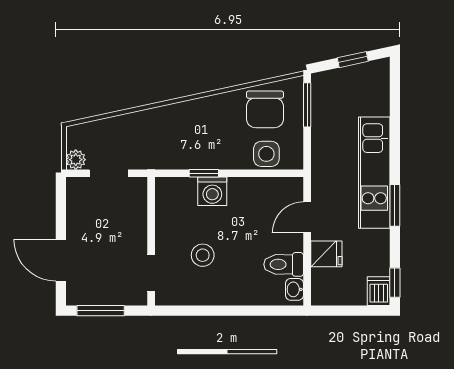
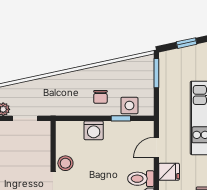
chair: (265, 109) -> (100, 97), moved, width x0.54, depth x0.54
window: (204, 173) -> (121, 118), moved
stool: (203, 255) -> (65, 163), moved

